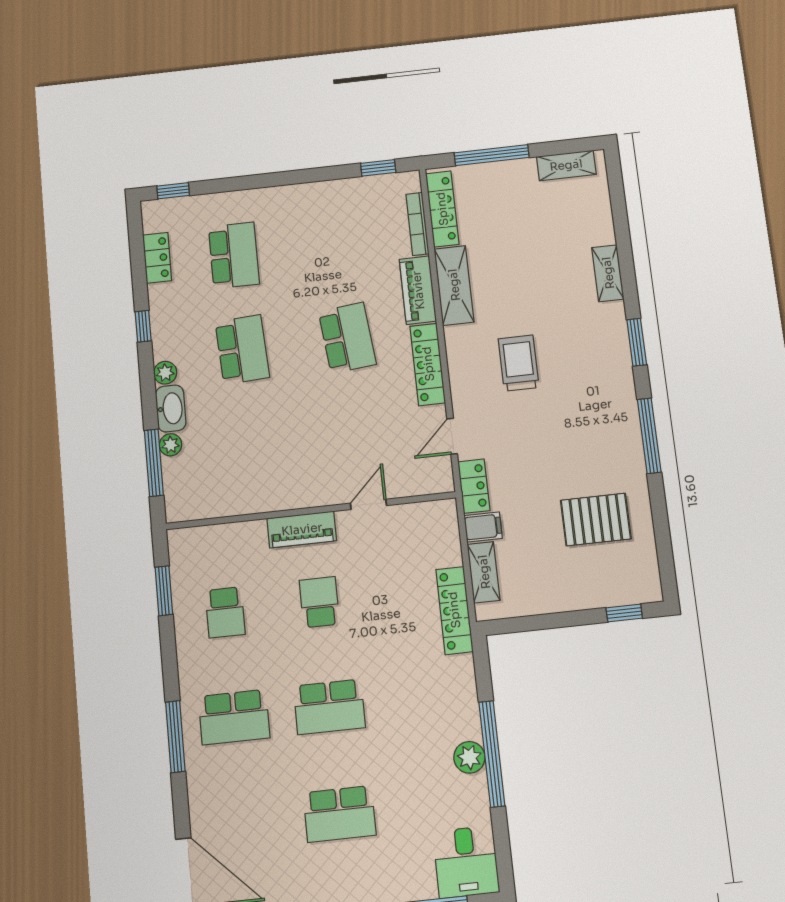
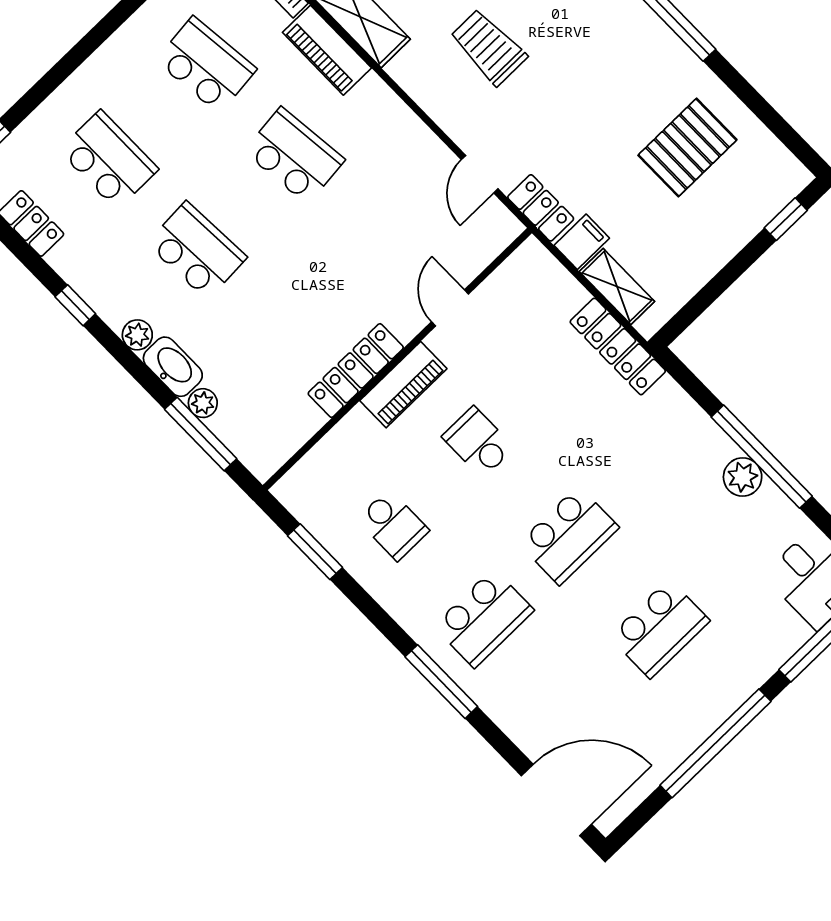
school desk: (338, 244) -> (206, 65), added
locker: (428, 364) -> (356, 371), moved, turned 90

